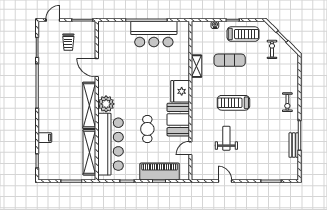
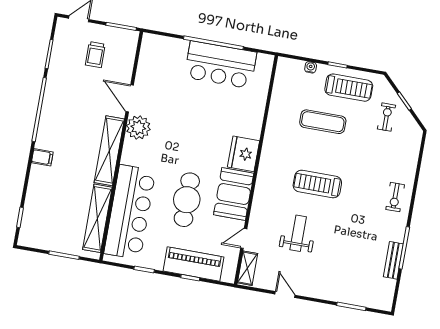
shelving: (197, 66) -> (248, 268), moved
plant: (106, 104) -> (138, 127), moved
cafe table: (147, 129) -> (187, 200), width x1.37, depth x1.35
filing cabinet: (45, 138) -> (42, 157), moved

